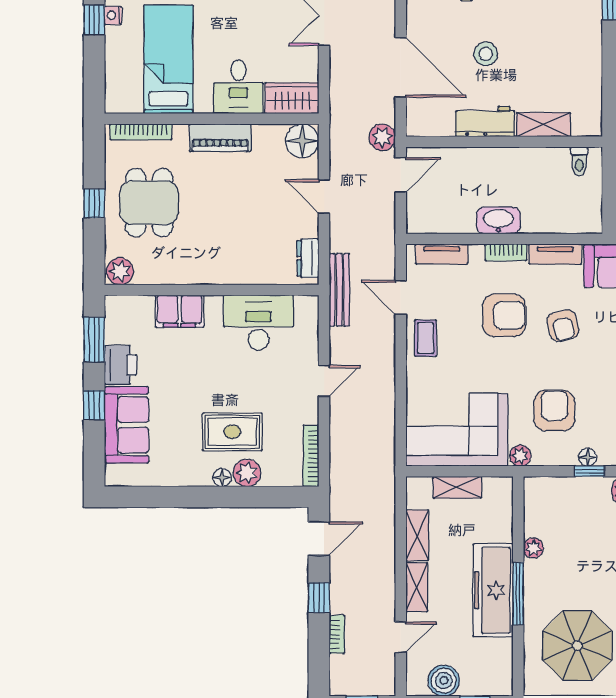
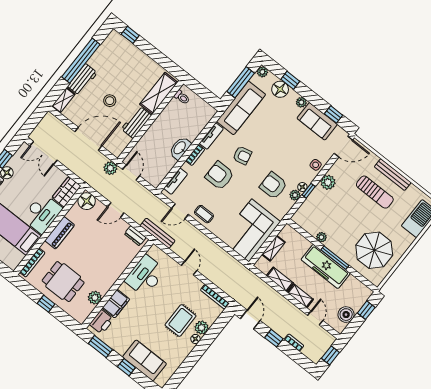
desk: (238, 87) -> (42, 213), width x1.37
shelving: (544, 125) -> (159, 93), width x1.50, depth x1.33
plant: (120, 271) -> (95, 298), moved
armchair: (504, 315) -> (220, 176), turned -90
printer: (120, 365) -> (101, 322), moved, turned 90
plant: (520, 456) -> (295, 195), moved

